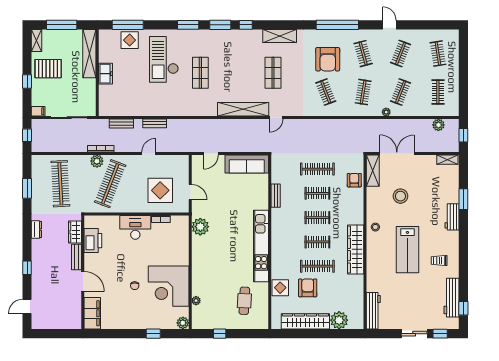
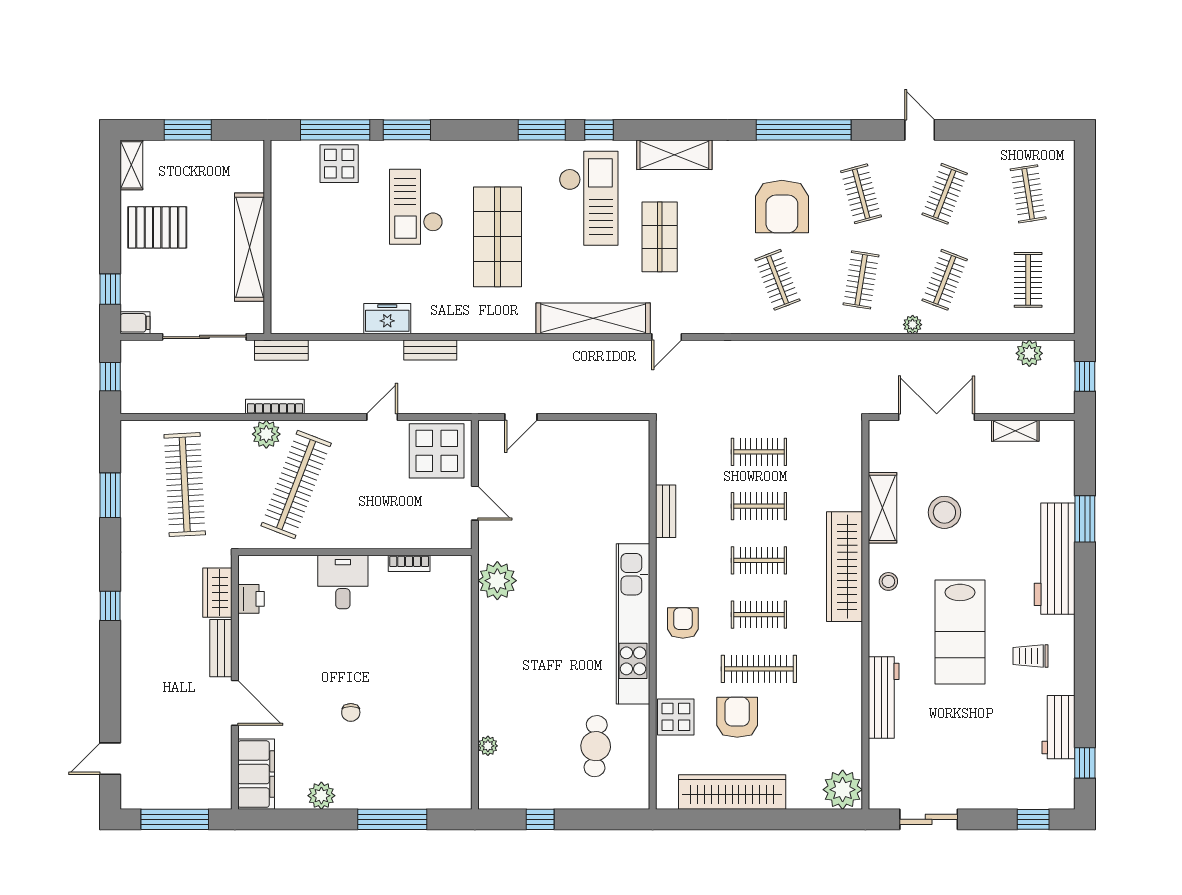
window: (62, 25) -> (188, 130), width x0.69
window: (188, 25) -> (407, 130), moved
shelving: (89, 54) -> (250, 247), moved
checkout: (241, 56) -> (589, 198), added
checkout: (164, 59) -> (416, 207), width x0.73, depth x0.83
shop shelf: (200, 73) -> (497, 237), width x1.43, depth x1.36
freezer: (106, 74) -> (387, 319), moved, turned -90
window: (27, 82) -> (110, 289), moved
bench: (121, 123) -> (281, 350), moved
bench: (155, 123) -> (430, 350), moved
shelving: (447, 160) -> (1015, 431), moved
sofa: (247, 164) -> (601, 441), removed
clothes rail: (317, 169) -> (759, 452), width x0.73
shelving: (373, 171) -> (882, 508), moved
armchair: (354, 180) -> (683, 623), moved
display table: (160, 190) -> (437, 451), moved
workbench: (452, 217) -> (1055, 559), width x1.88, depth x1.32
desk: (135, 227) -> (343, 582), width x0.73
dresser: (36, 230) -> (131, 587), removed
printer: (93, 241) -> (251, 599), width x0.53, depth x0.68
wardrobe: (356, 249) -> (844, 567), moved
window: (27, 268) -> (110, 606), moved
corner desk: (169, 286) -> (427, 714), removed
workbench: (452, 298) -> (1059, 727), width x0.73
workbench: (373, 311) -> (884, 698), moved
plant: (339, 320) -> (843, 790), moved
plant: (183, 323) -> (321, 796), moved
window: (56, 334) -> (175, 819), added
window: (153, 334) -> (392, 819), width x2.17
sliding door: (414, 334) -> (929, 819), moved

